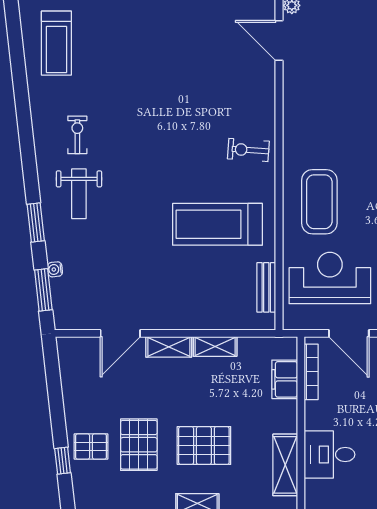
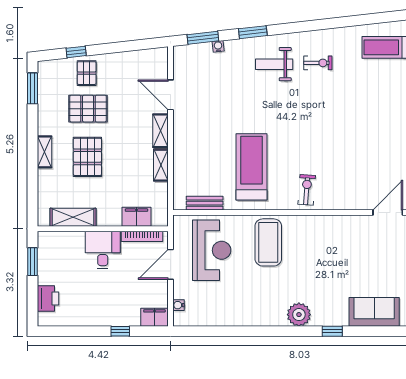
coffee table: (319, 202) -> (268, 242), turned 90
desk: (329, 454) -> (103, 250), moved

